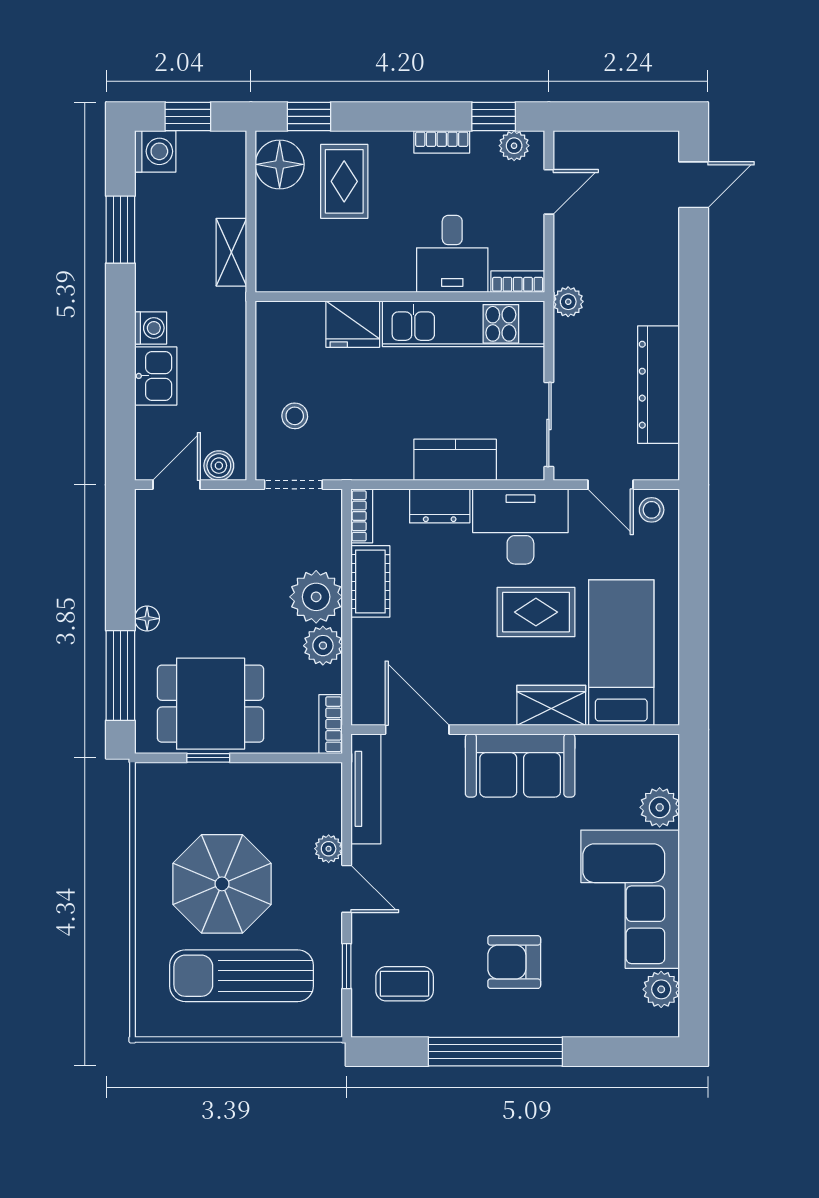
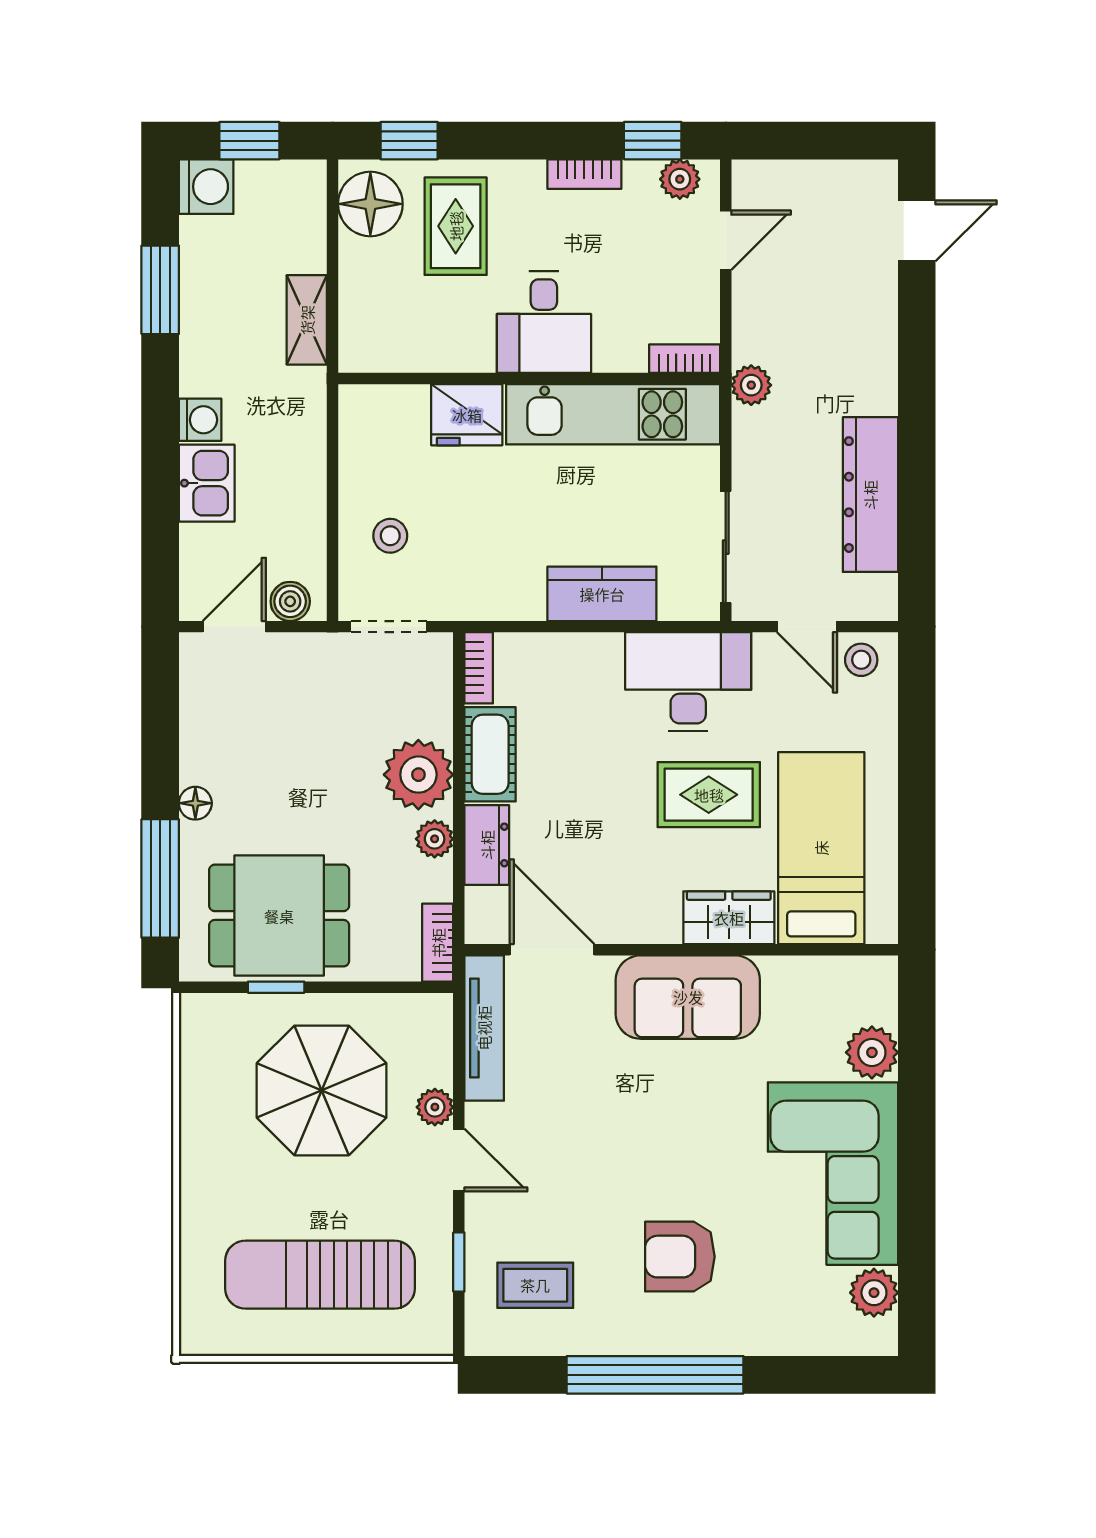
desk: (452, 254) -> (544, 322), moved
dresser: (440, 506) -> (487, 845), moved, turned -90
plant: (323, 646) -> (435, 839), width x0.73, depth x0.73
parasol: (222, 884) -> (322, 1090), moved

